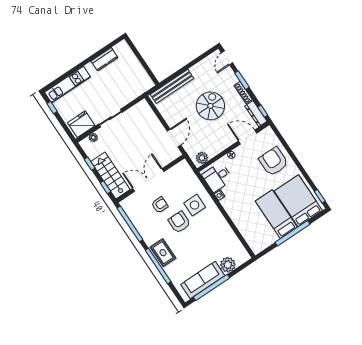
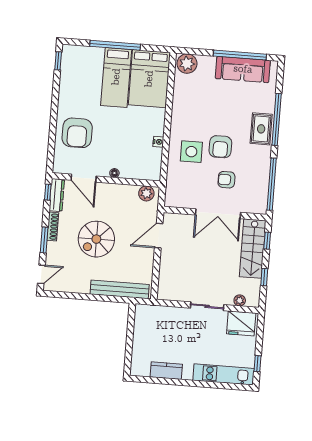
desk: (217, 177) -> (146, 162), removed
bed: (298, 201) -> (149, 79), moved
plant: (228, 265) -> (187, 64), moved

